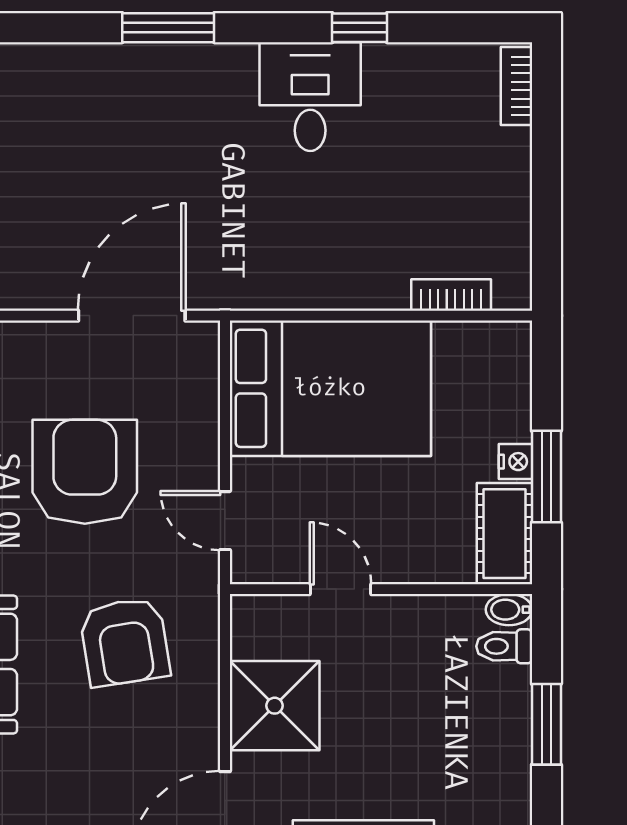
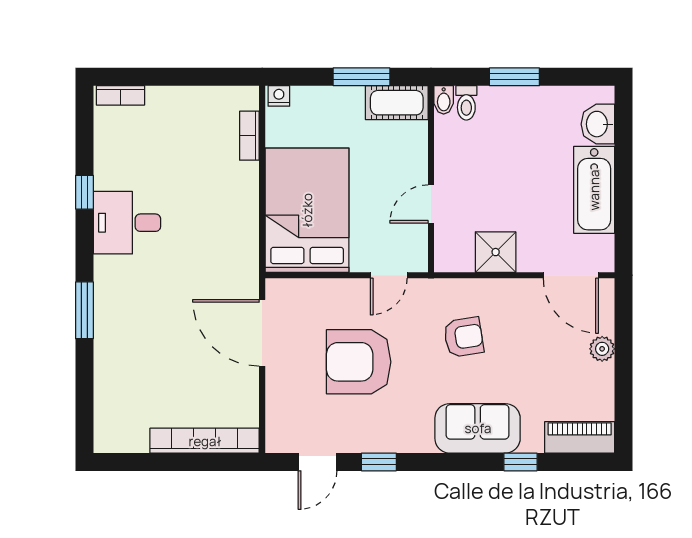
nightstand: (515, 462) -> (279, 96), moved
armchair: (125, 642) -> (464, 337), width x0.72, depth x0.72
shower: (275, 706) -> (496, 252), width x0.73, depth x0.73

